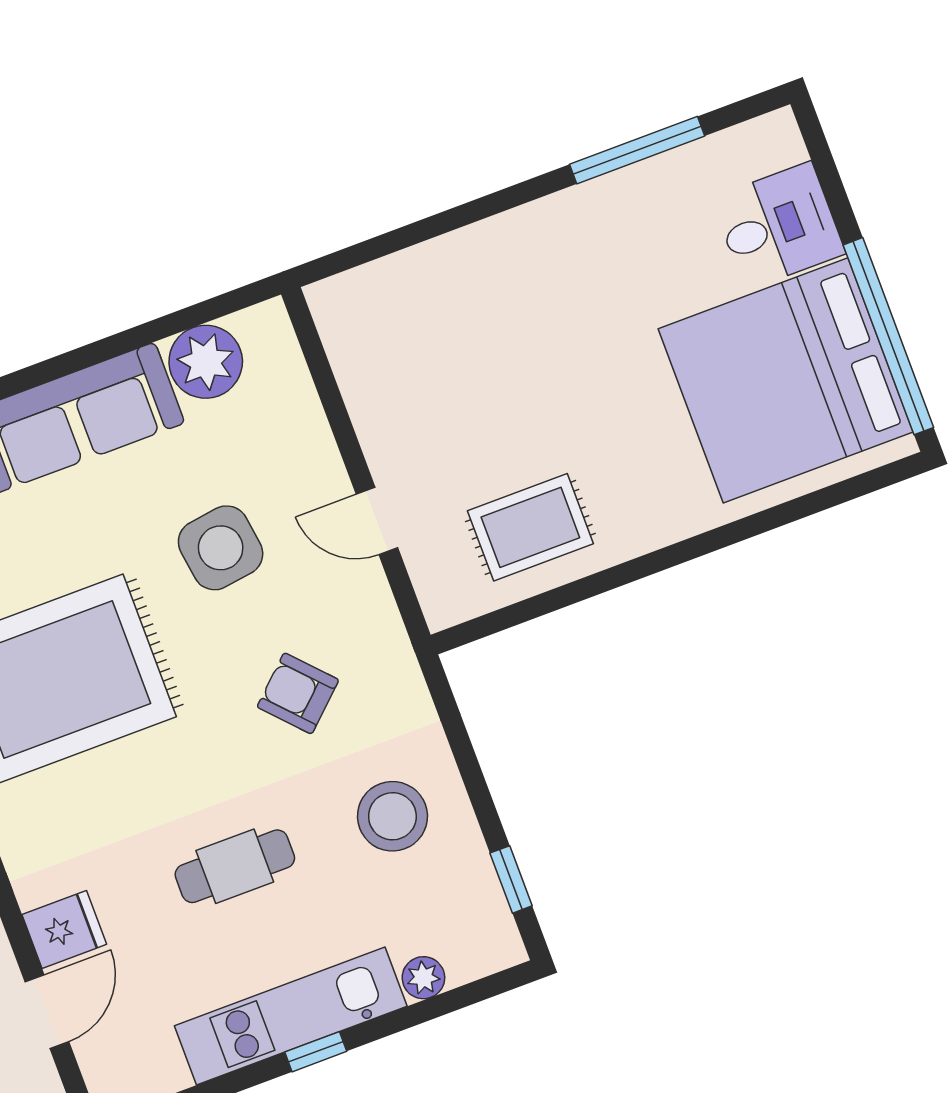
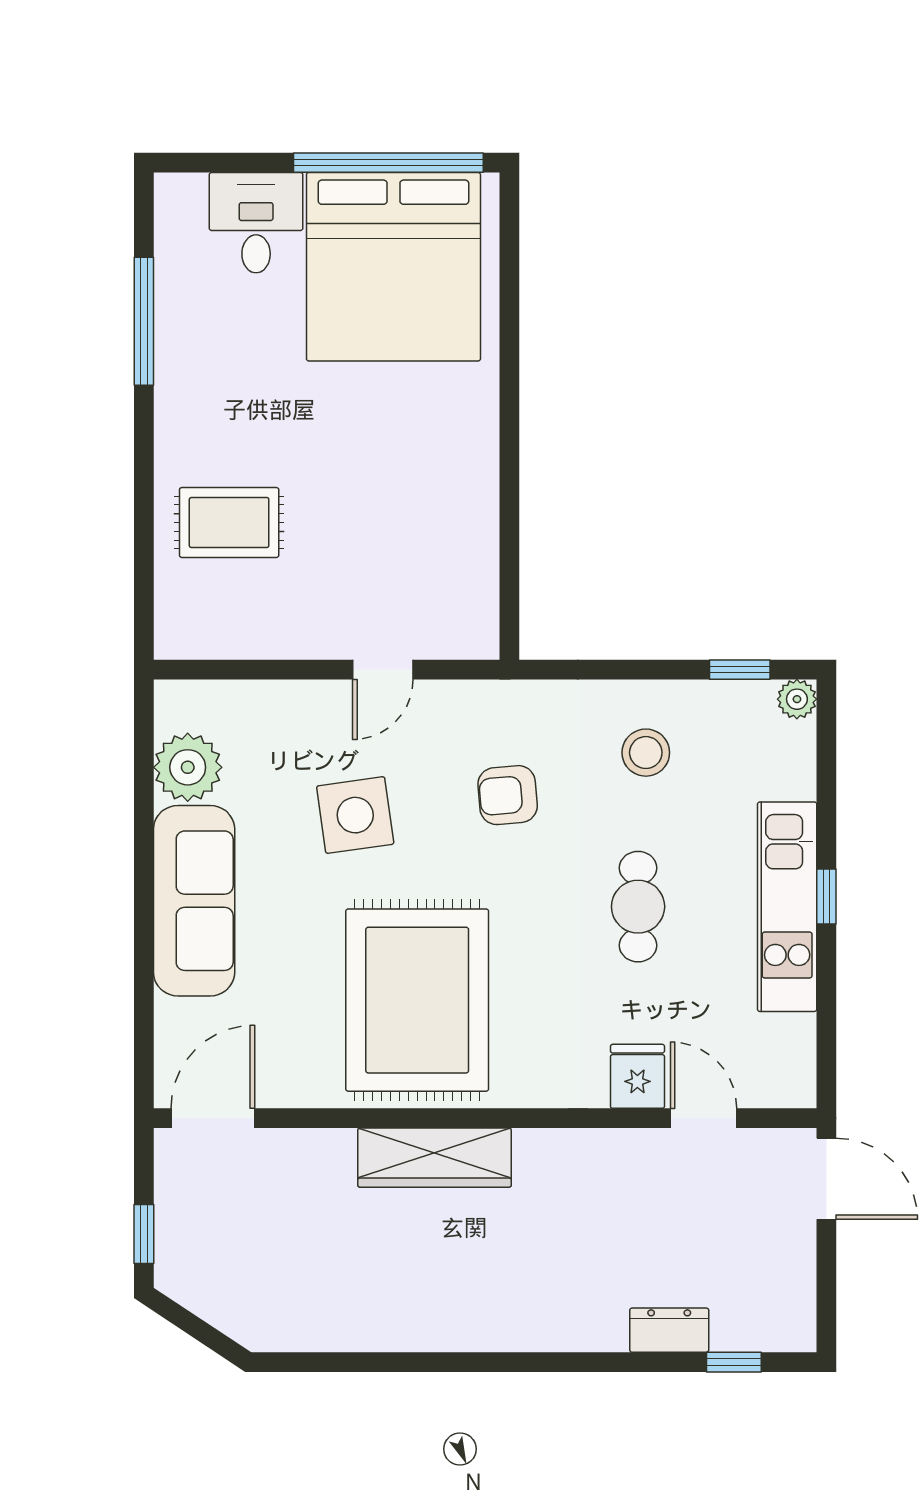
rug: (530, 527) -> (229, 523), moved, turned 90
armchair: (298, 693) -> (508, 795), turned 38
stool: (392, 816) -> (646, 753), width x0.73, depth x0.73
plant: (423, 978) -> (797, 699), moved

